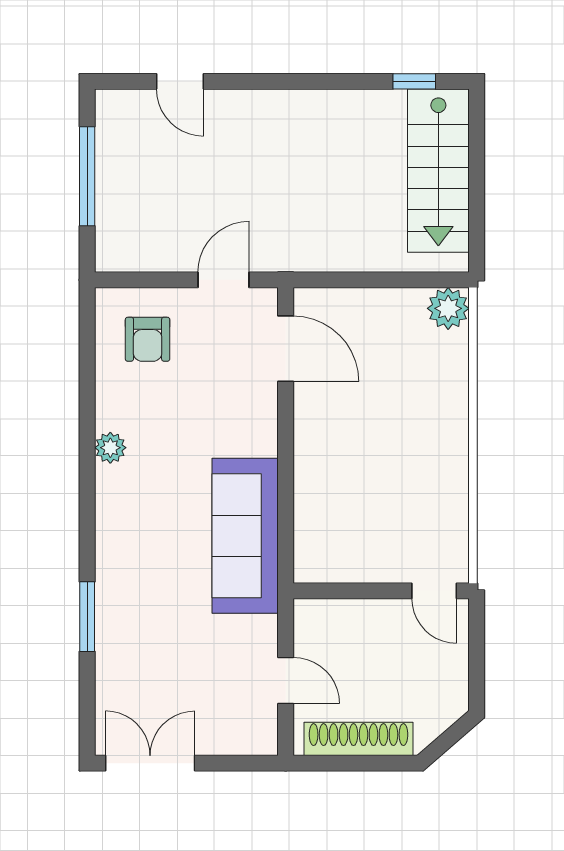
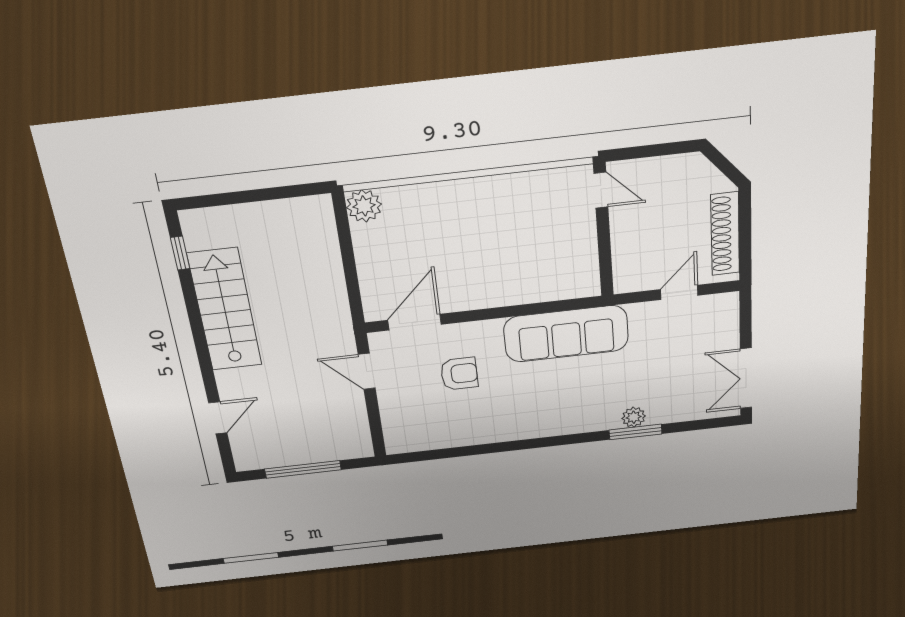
stairs: (438, 171) -> (225, 310), moved, turned -90
armchair: (148, 339) -> (459, 374), moved
plant: (110, 448) -> (634, 417), moved
door: (434, 591) -> (601, 190), hinge flipped

